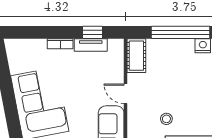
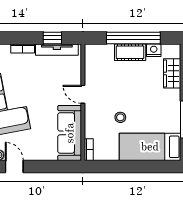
tv unit: (91, 45) -> (57, 50), width x1.41
cot: (136, 56) -> (130, 52), moved, turned 90

